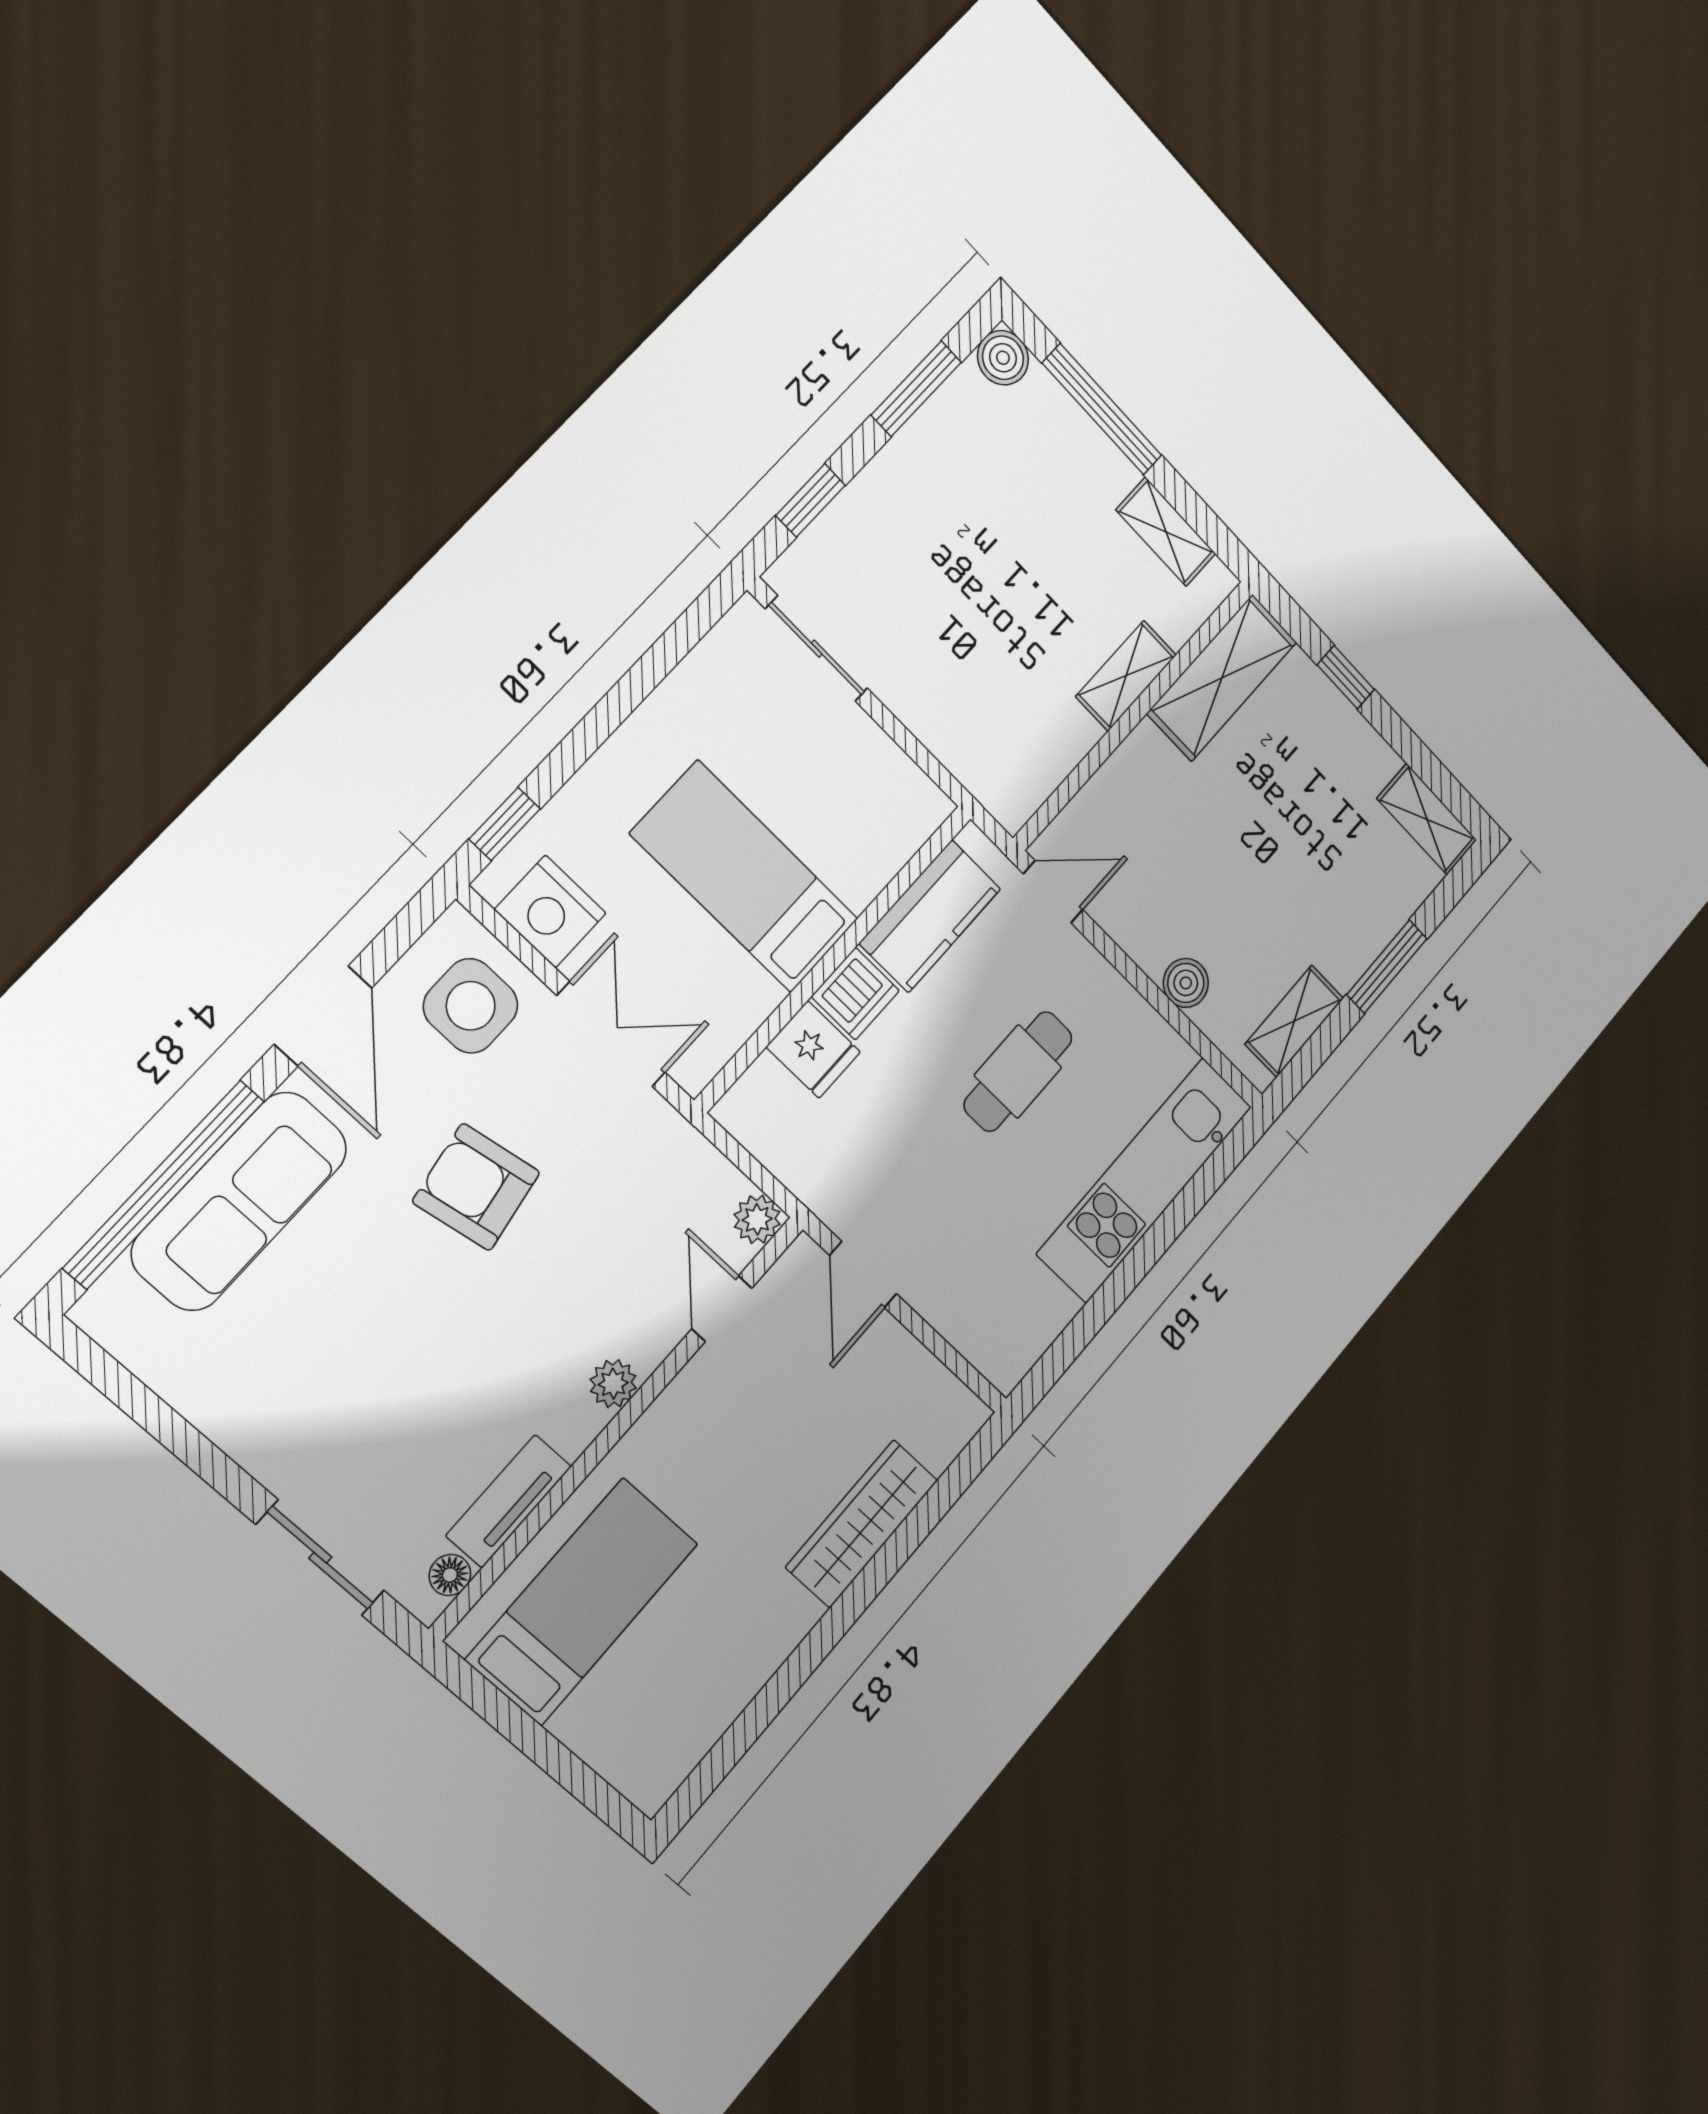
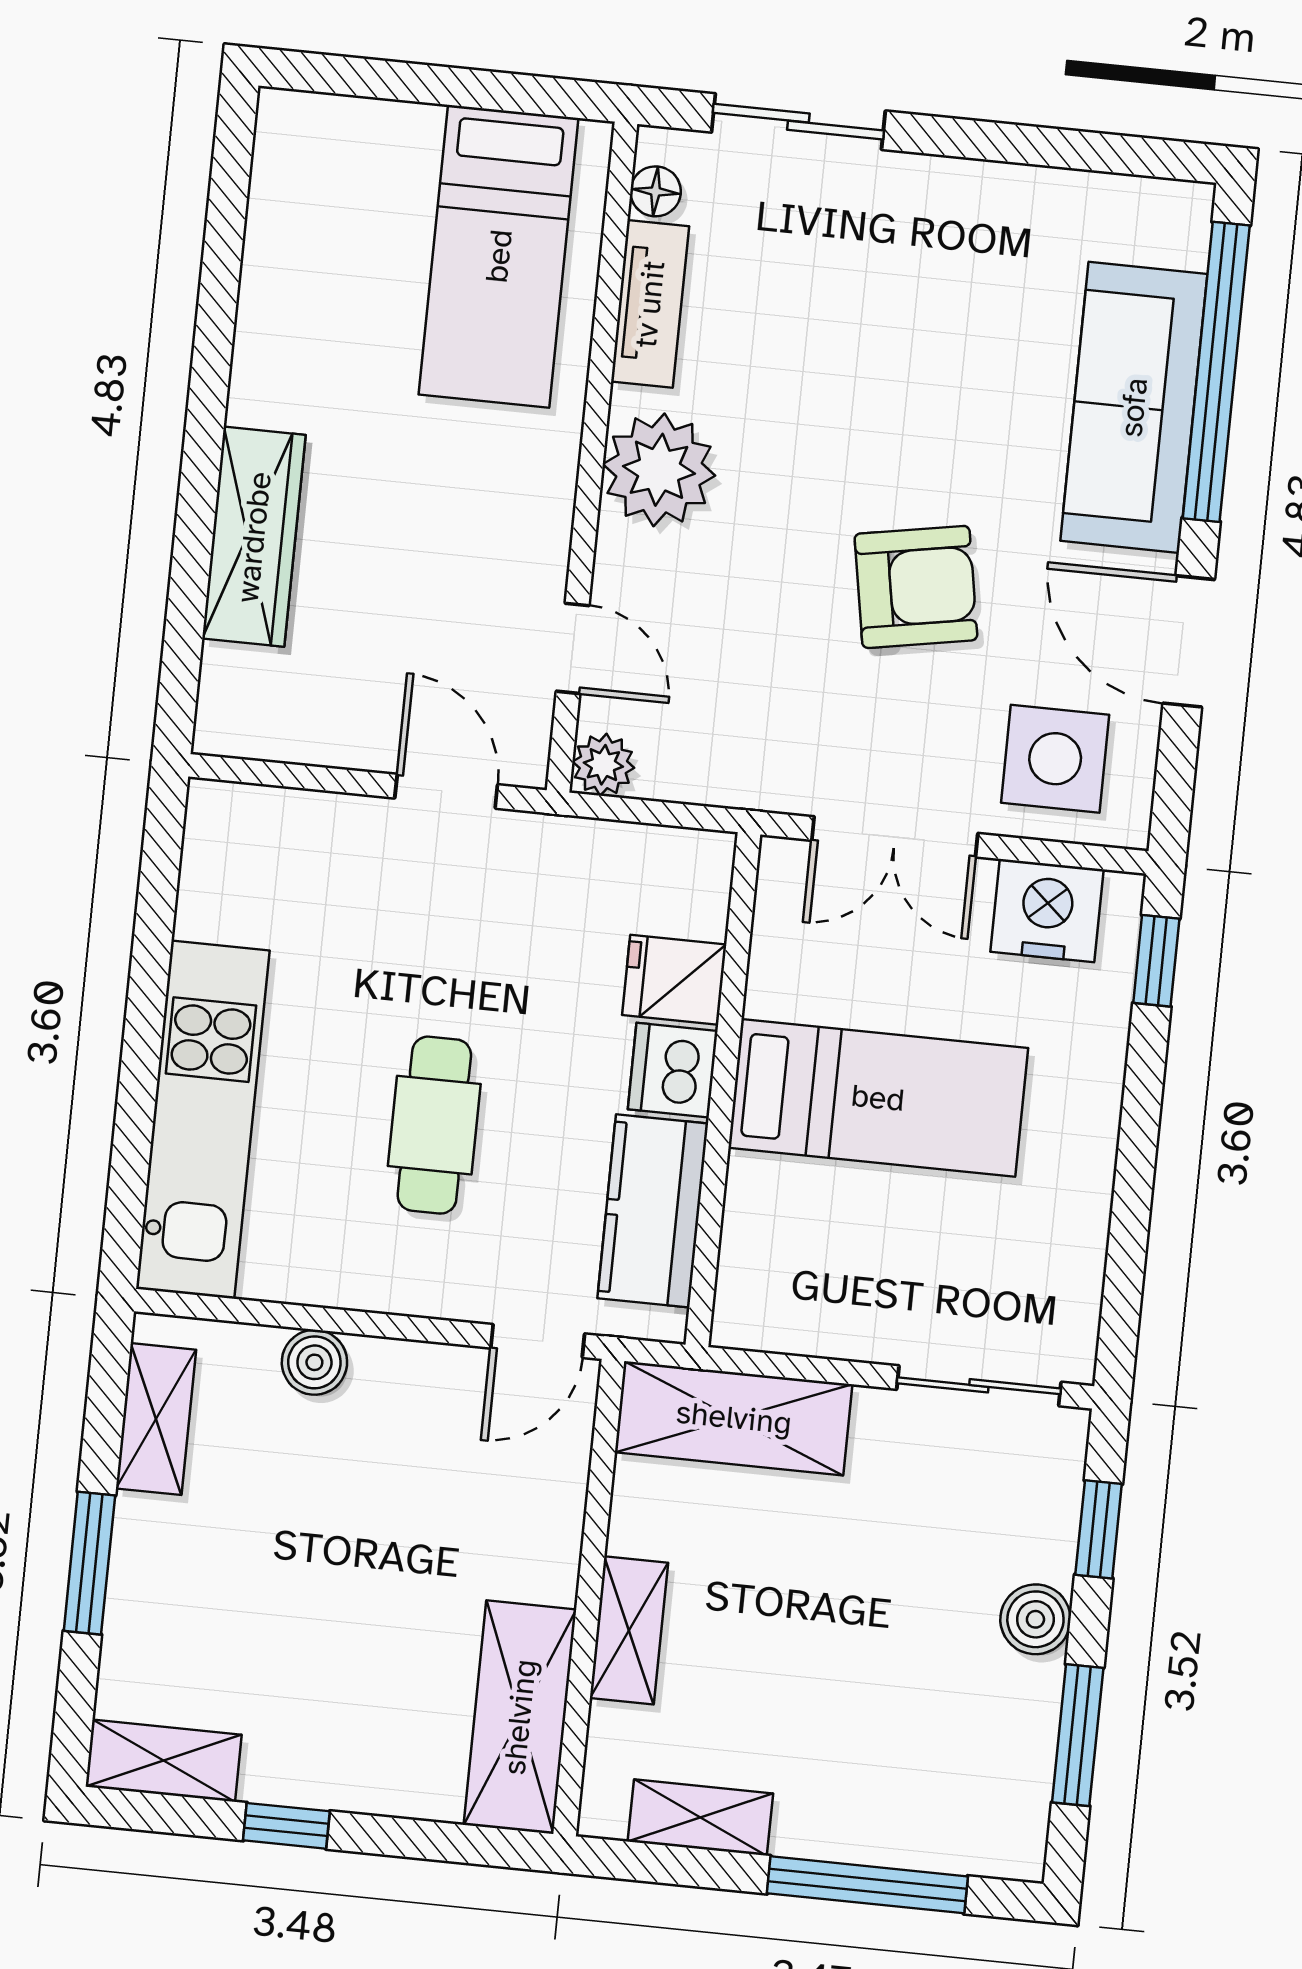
boiler: (1003, 358) -> (1035, 1619), moved
window: (1346, 677) -> (286, 1826), moved
shelving: (975, 751) -> (734, 1418), added
plant: (613, 1384) -> (659, 470), width x1.87, depth x1.87

